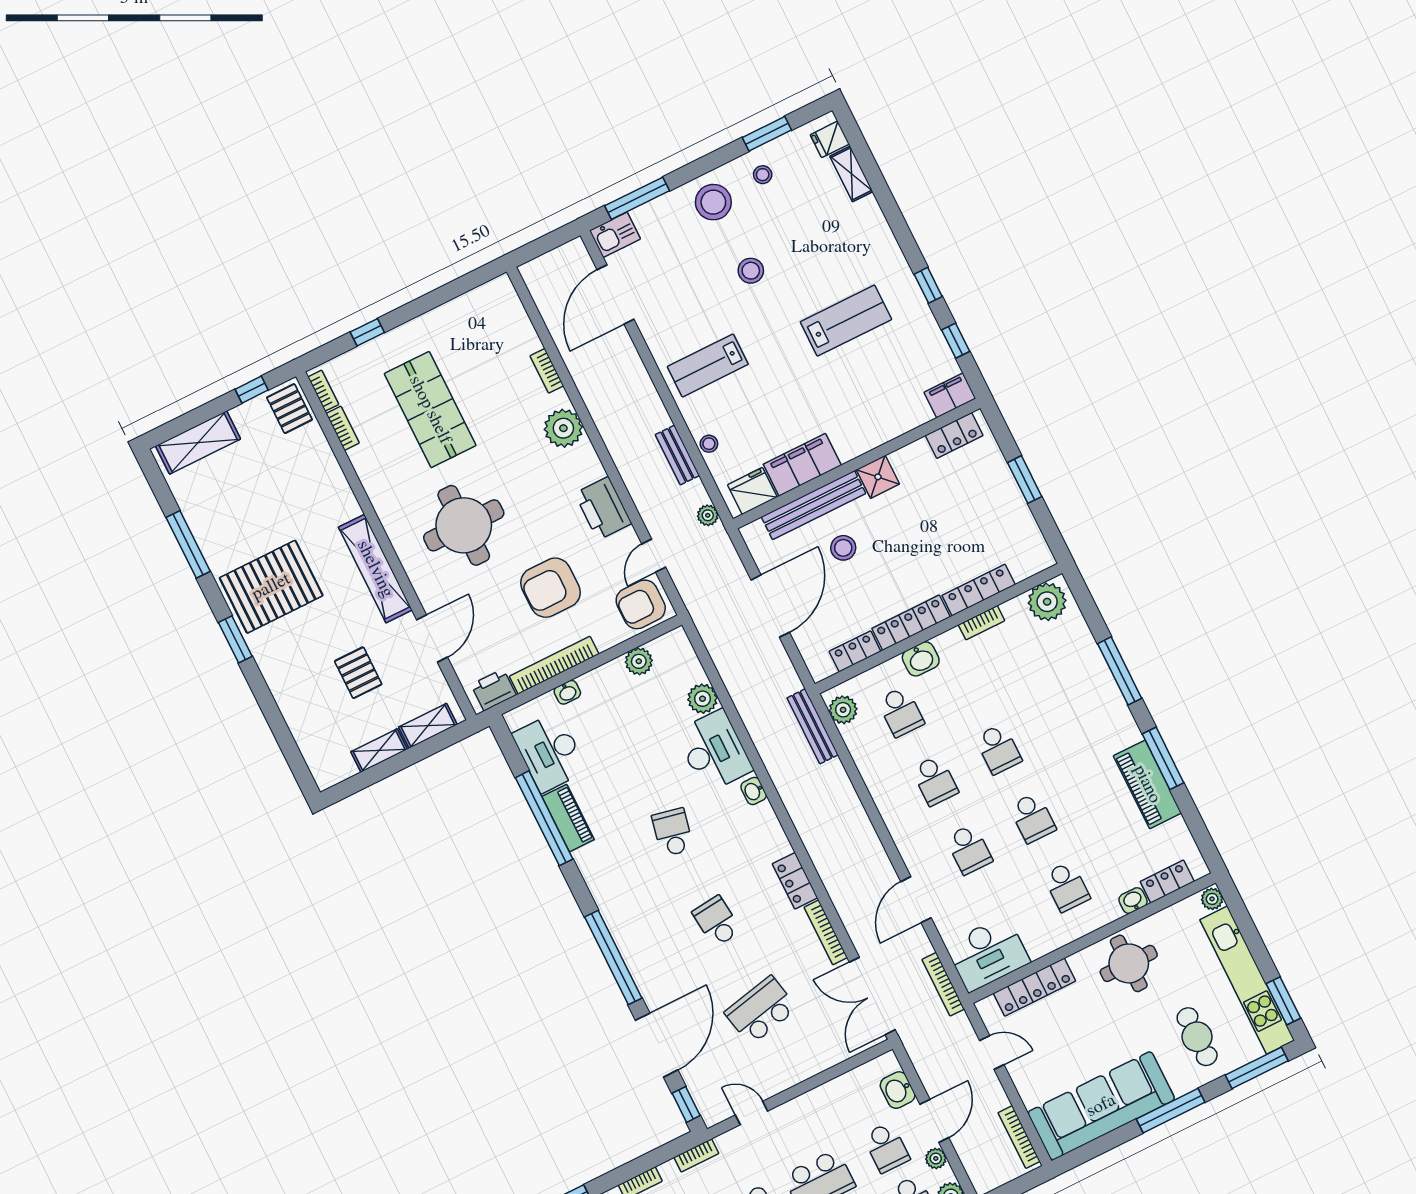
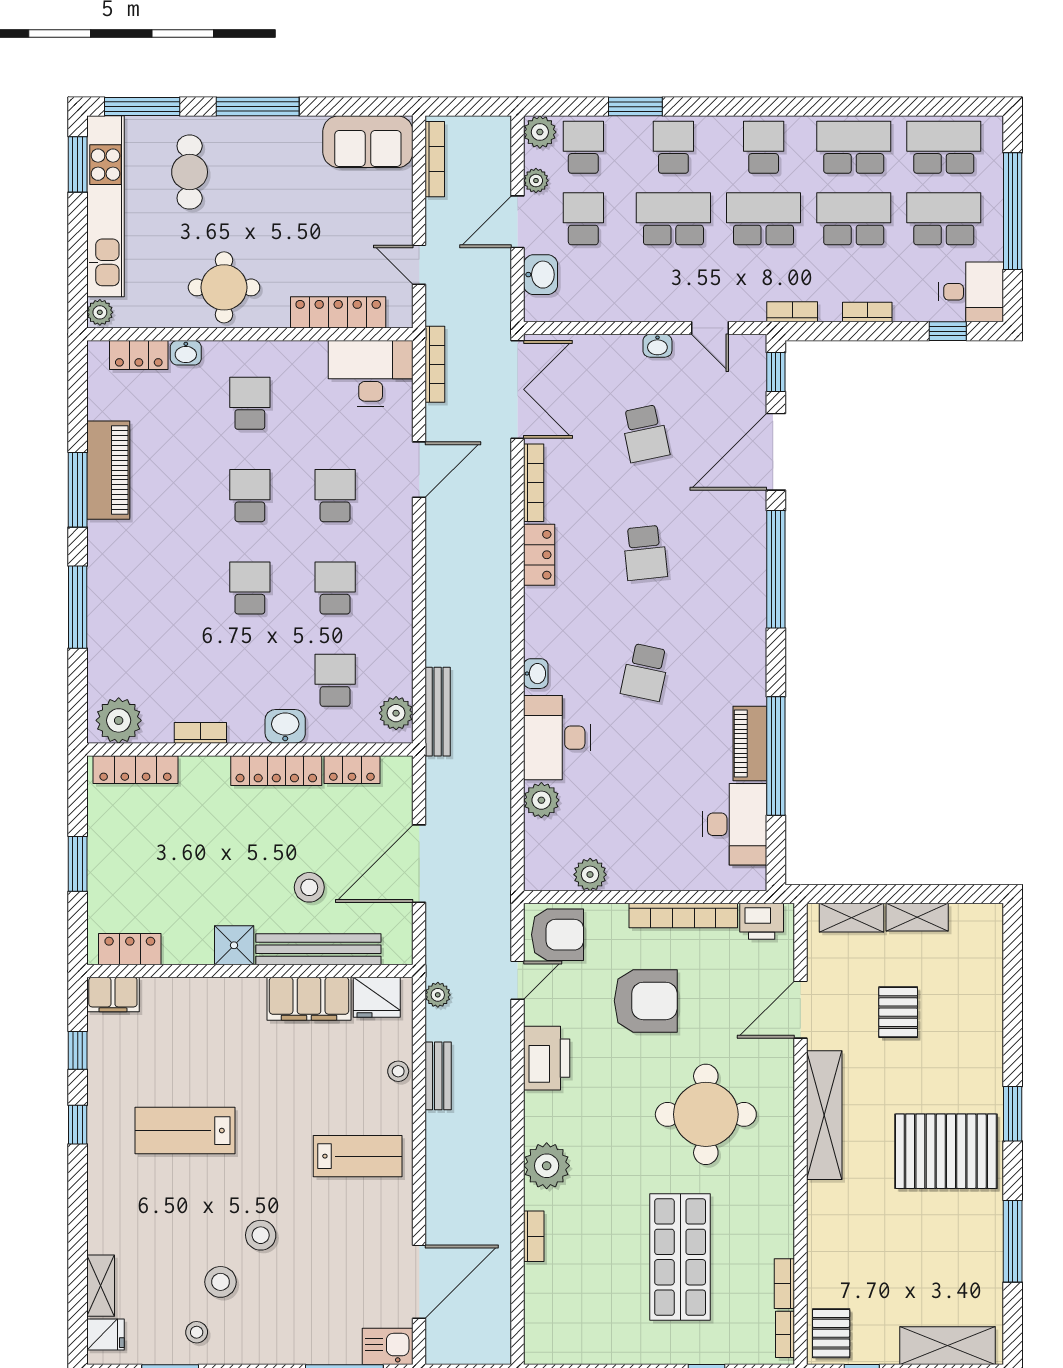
stool: (713, 202) -> (221, 1282), moved, width x0.73, depth x0.73
locker: (979, 590) -> (135, 770), moved
washbasin: (567, 692) -> (657, 346), moved, turned 180
school desk: (761, 1010) -> (645, 433), width x0.54
sofa: (1101, 1106) -> (368, 142), width x0.54, depth x0.79

